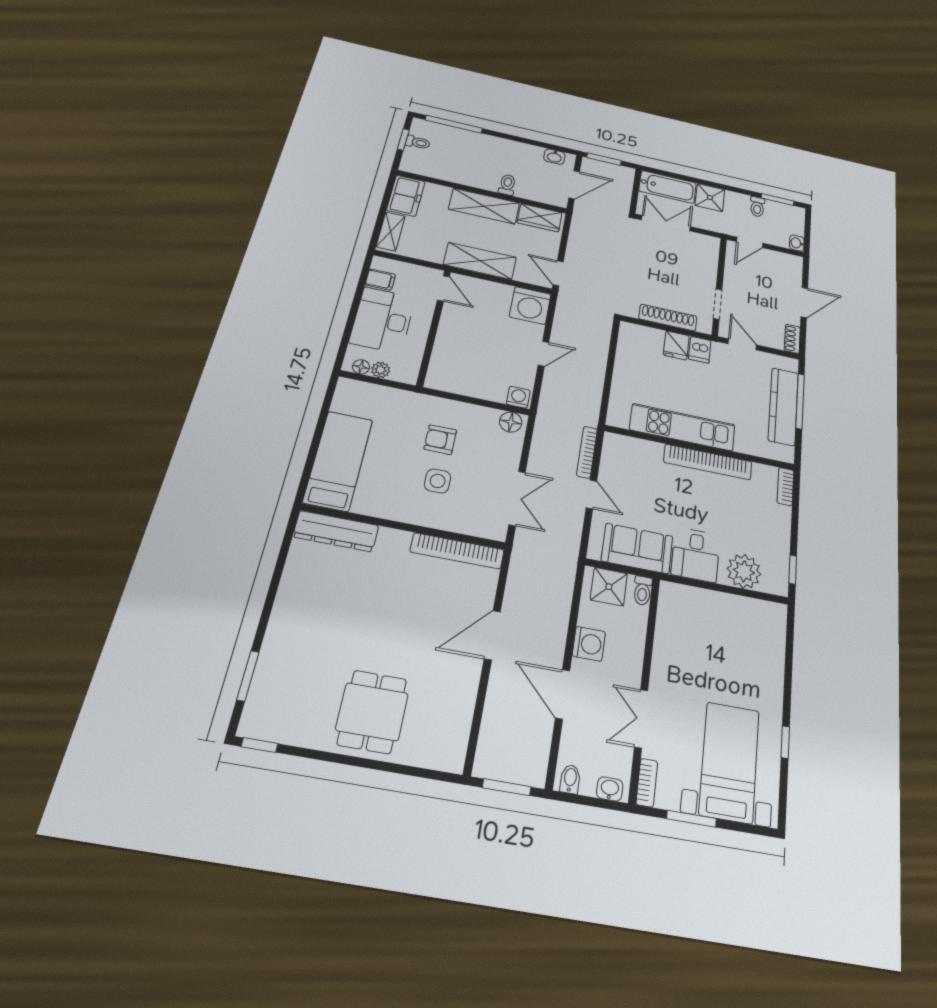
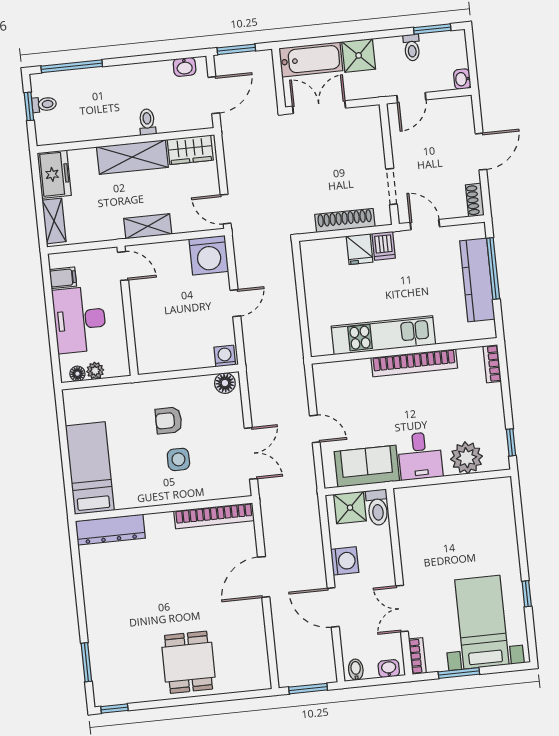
shelving: (480, 261) -> (148, 226), width x0.67, depth x0.75
bookcase: (587, 452) -> (301, 390), removed
toilet: (643, 591) -> (377, 507), width x1.37, depth x1.39

